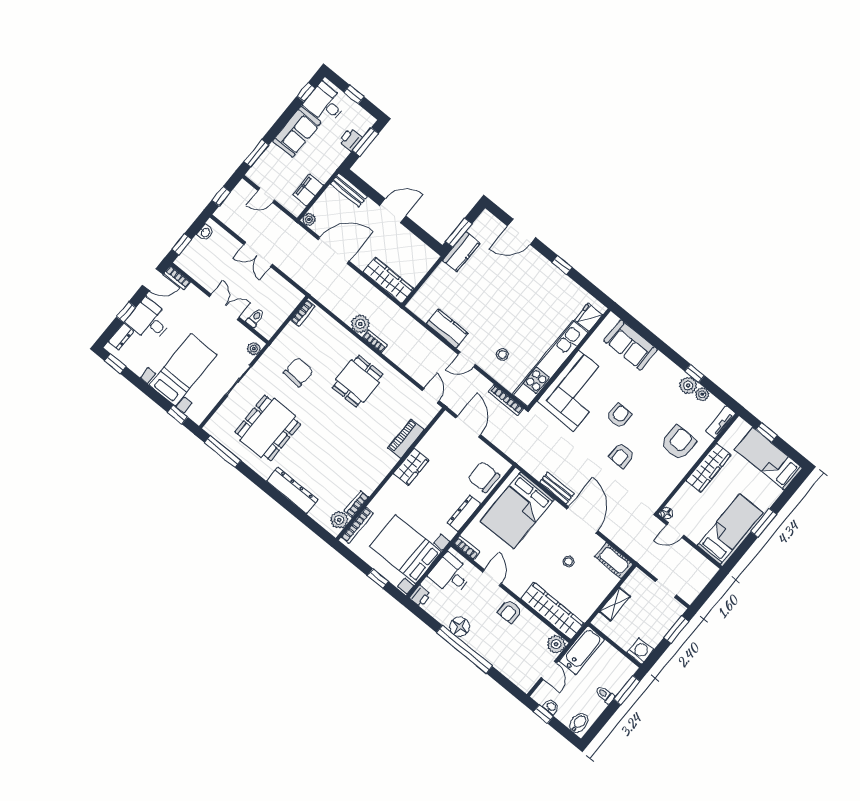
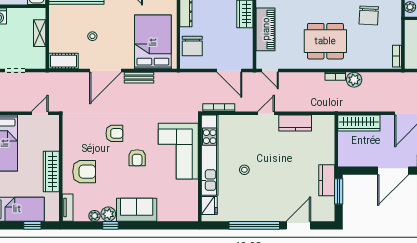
door: (393, 211) -> (393, 171), width x1.36
window: (562, 265) -> (254, 225), width x3.17
sofa: (631, 345) -> (137, 210), moved
stool: (502, 355) -> (244, 170), moved
dining table: (357, 381) -> (325, 41), width x1.37
piano: (406, 439) -> (266, 29), width x1.37, depth x1.33
armchair: (678, 443) -> (84, 172), turned -90
armchair: (622, 455) -> (114, 133), turned 90
chair: (484, 477) -> (192, 46), turned 90
floor lamp: (667, 513) -> (54, 120), removed
door: (582, 520) -> (106, 71), hinge flipped

